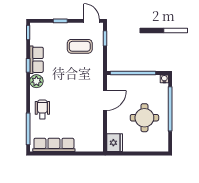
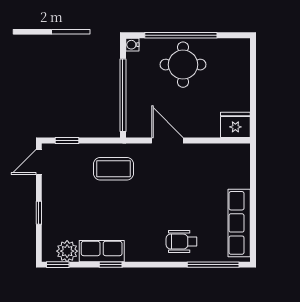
coffee table: (80, 46) -> (113, 169), moved, turned 90
plant: (36, 81) -> (67, 251), moved
round table: (144, 118) -> (183, 65), moved

